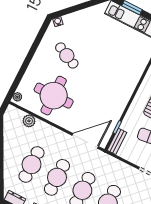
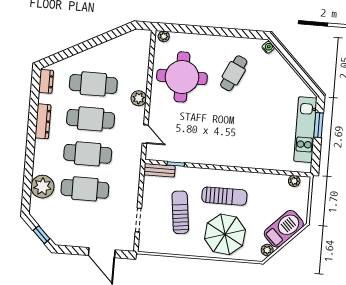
plant: (29, 121) -> (139, 98), moved
door: (85, 141) -> (145, 134), width x0.53

